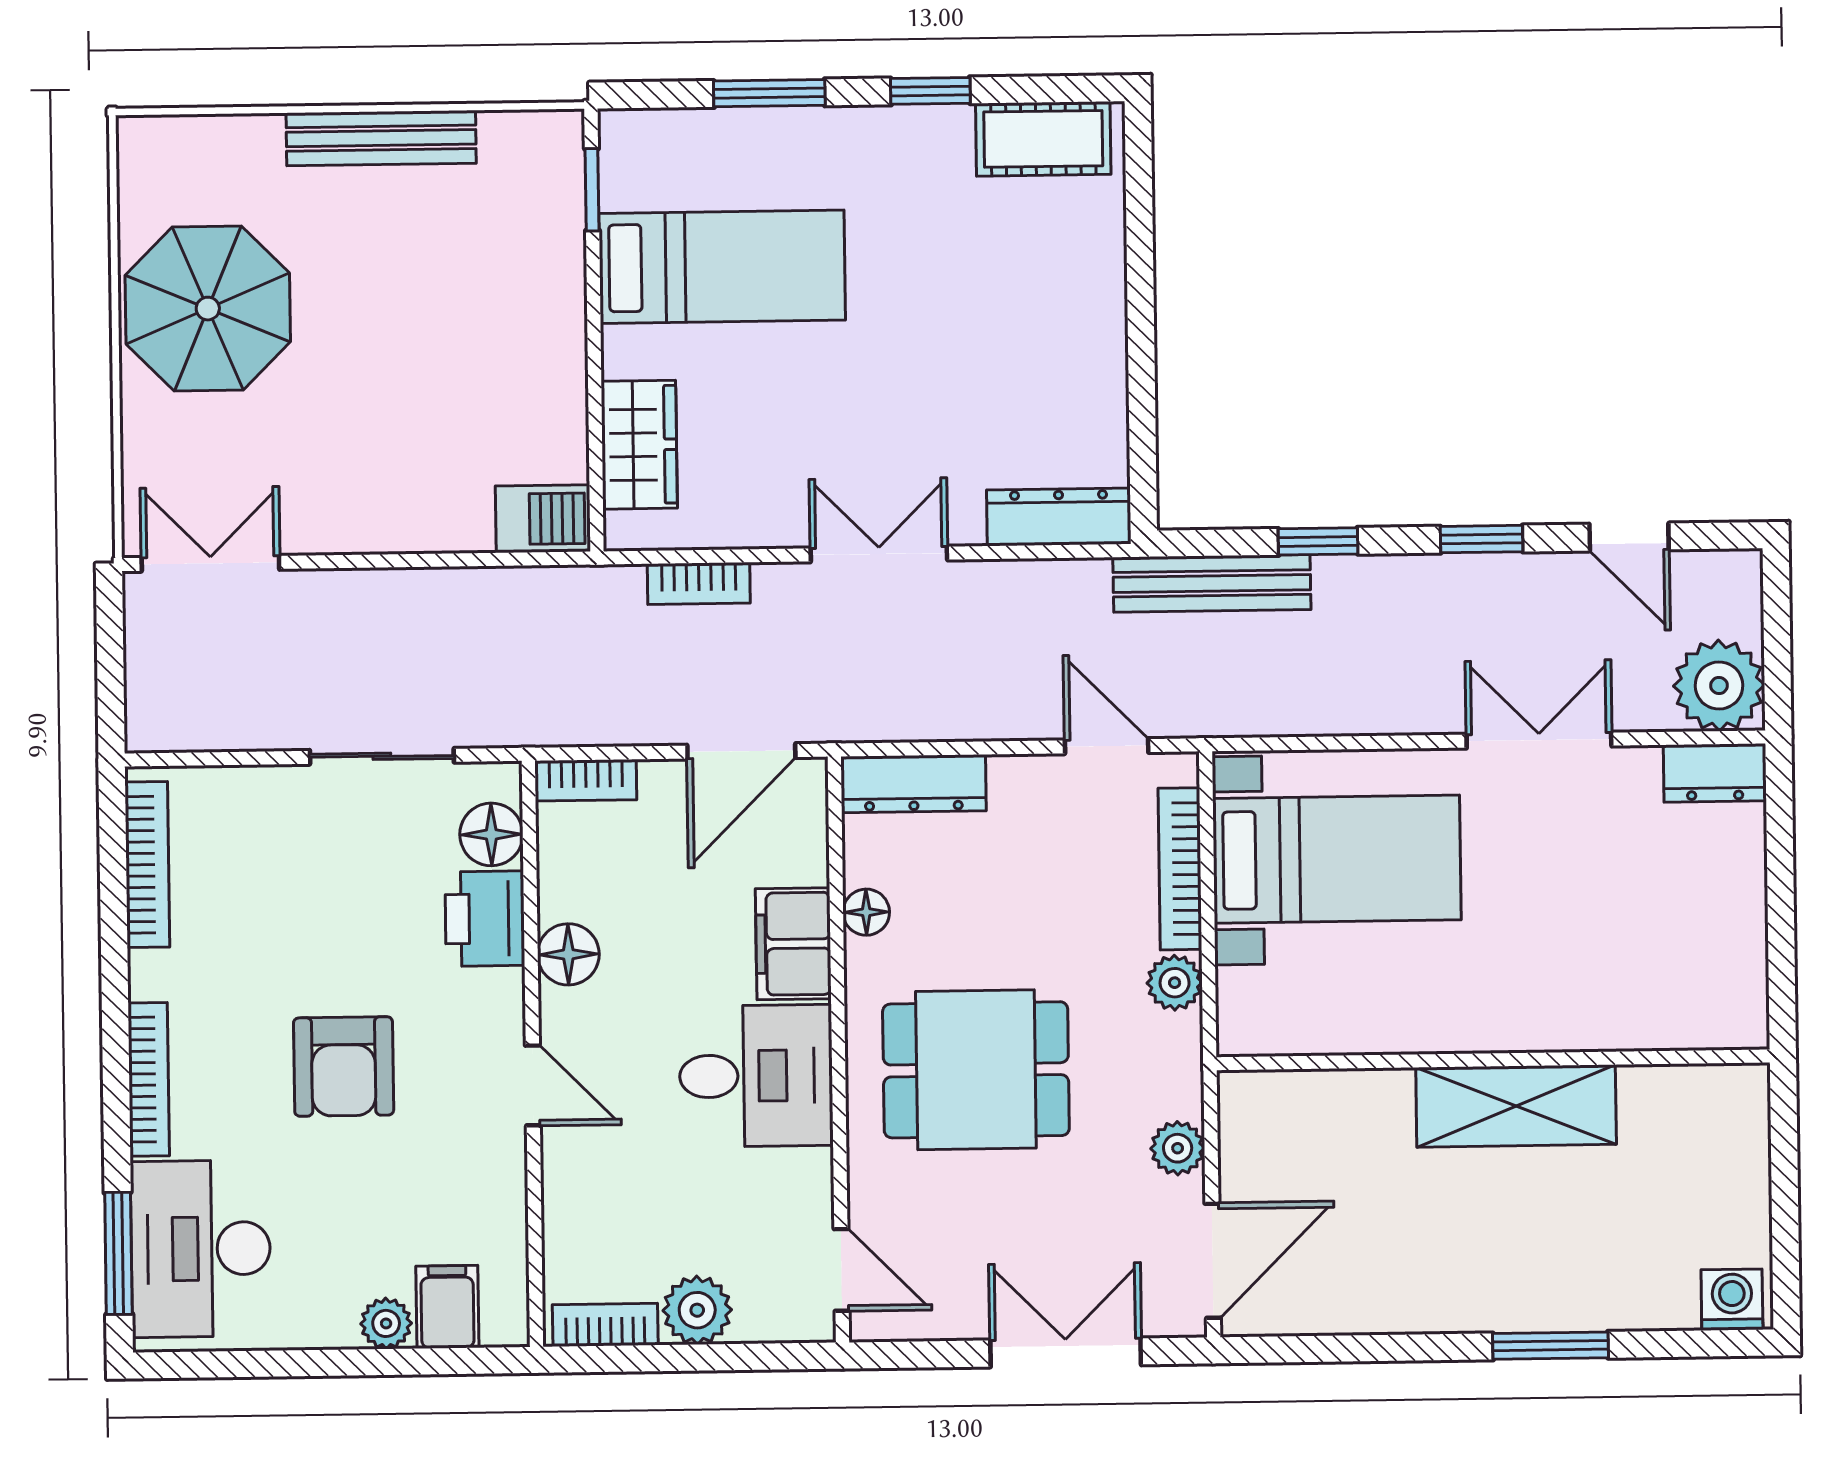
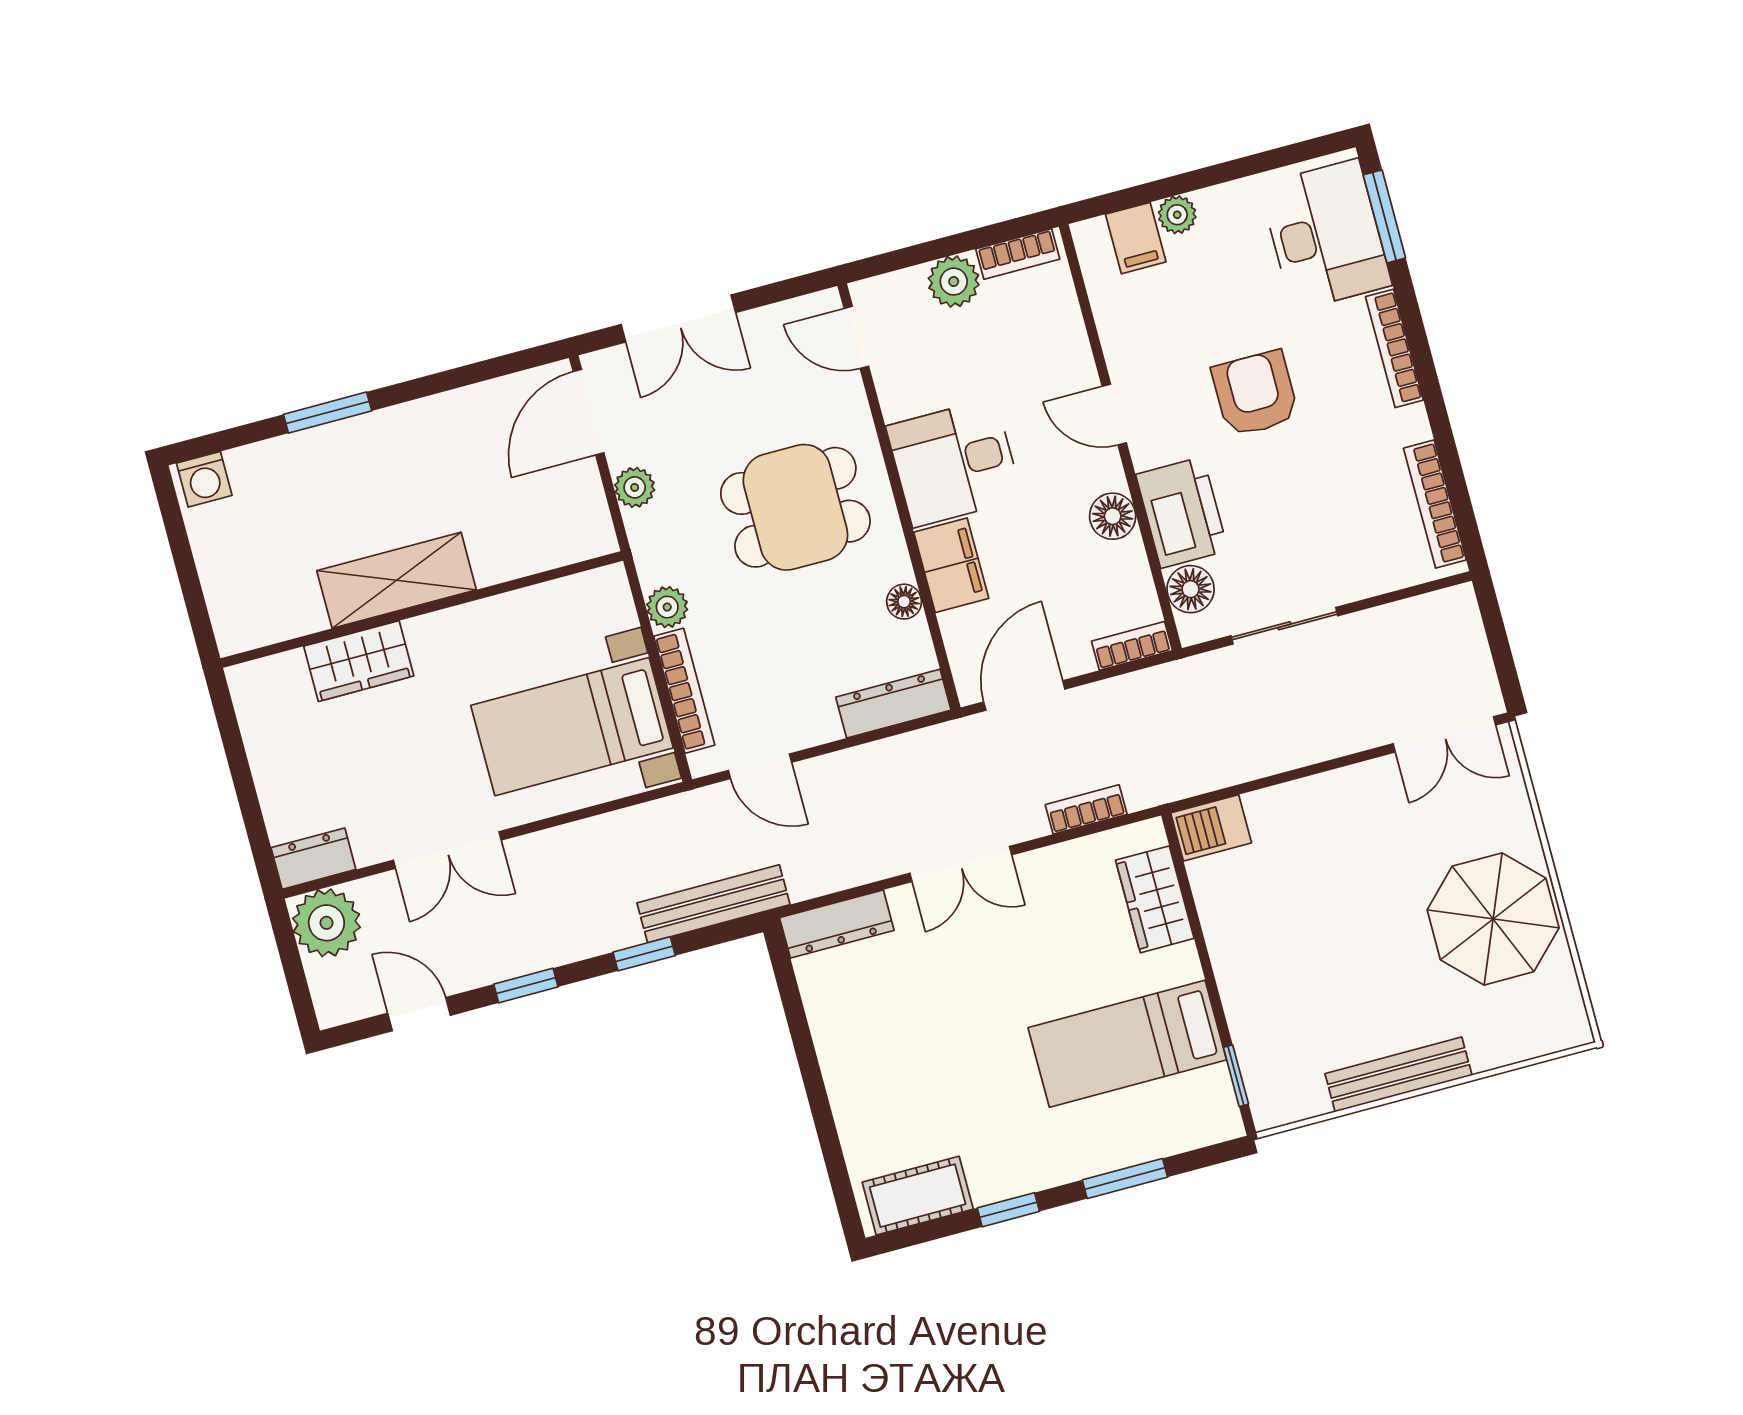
printer: (485, 919) -> (1182, 513), width x1.37, depth x1.19
wardrobe: (1592, 1014) -> (359, 661), added

